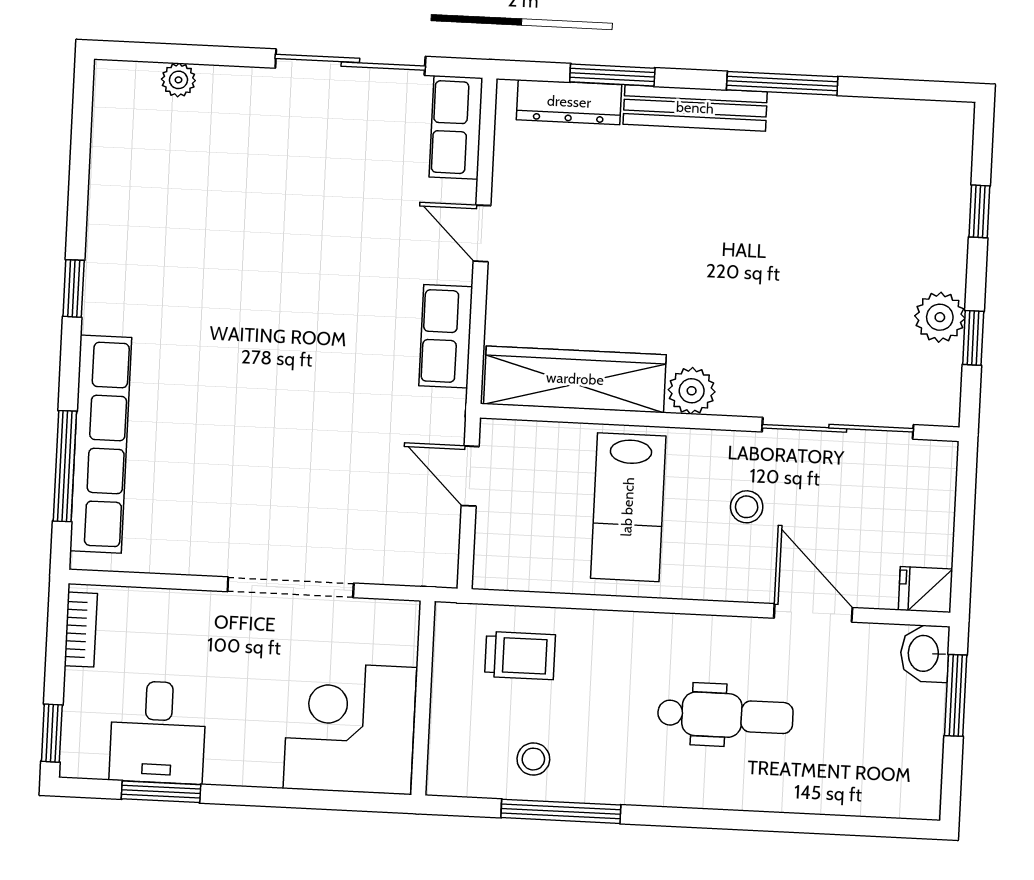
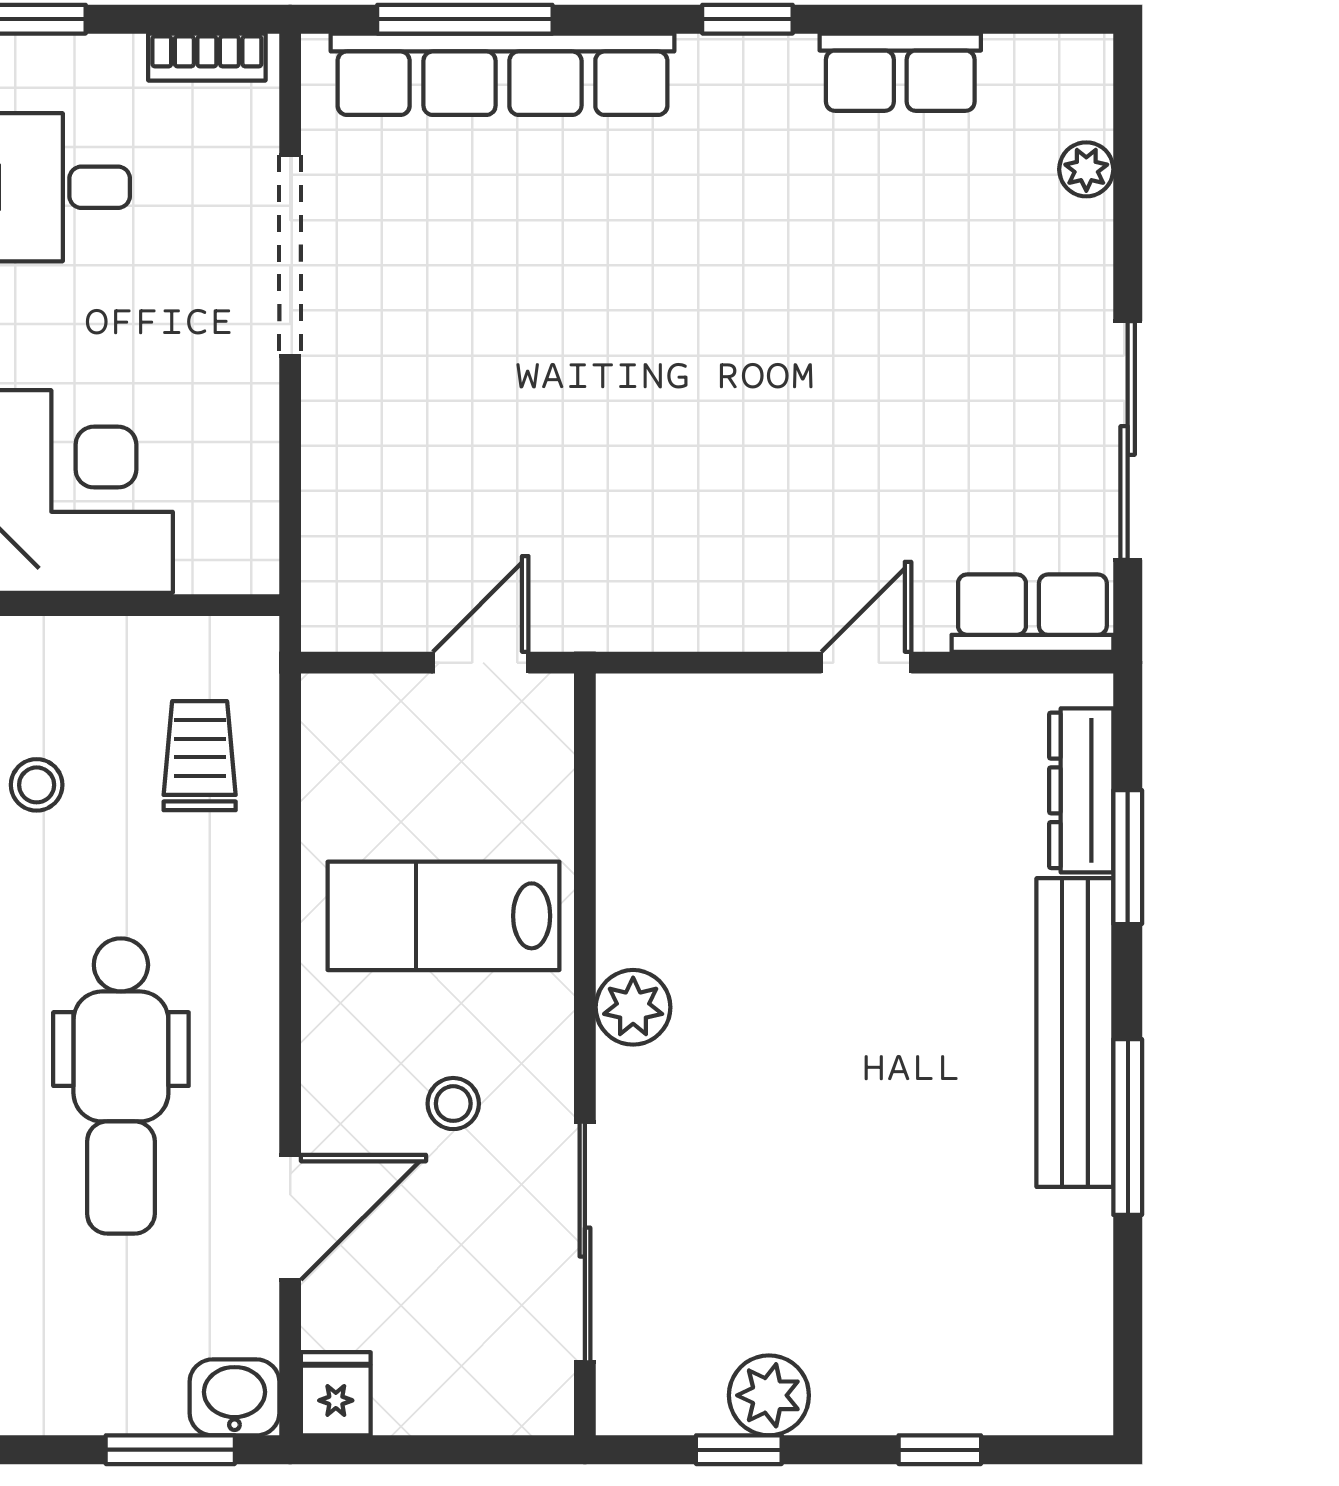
bench: (695, 108) -> (1075, 1033), width x1.37, depth x1.21
row of seats: (446, 336) -> (900, 72), moved, turned 180
wardrobe: (575, 379) -> (642, 821), removed
doorway: (291, 587) -> (290, 256), moved
trolley: (520, 656) -> (200, 756), turned 180
dental chair: (725, 715) -> (121, 1086), width x1.36, depth x1.38

